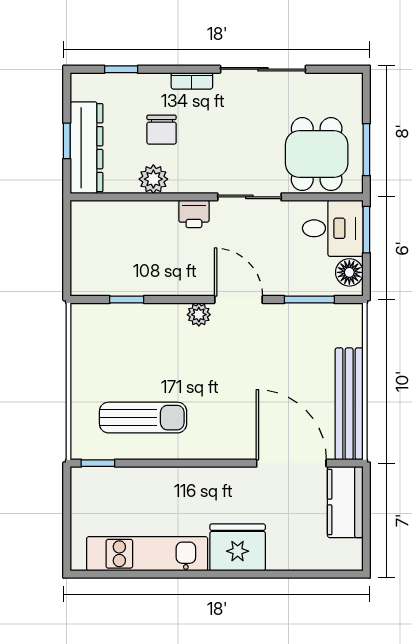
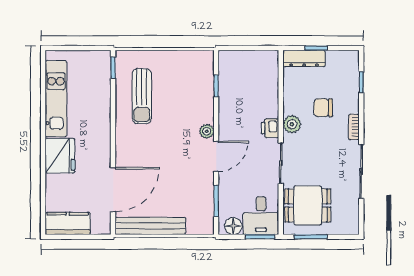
dresser: (86, 148) -> (304, 58), width x0.73, depth x0.80
plant: (153, 179) -> (292, 124), moved
kitchen counter: (345, 502) -> (68, 224), moved

